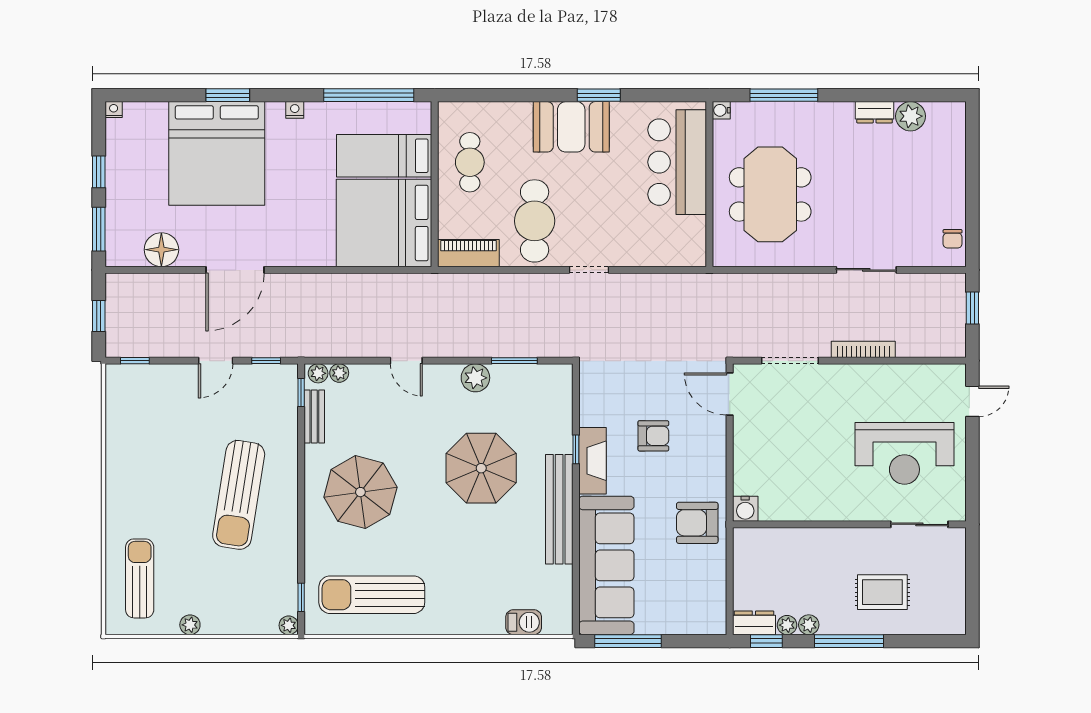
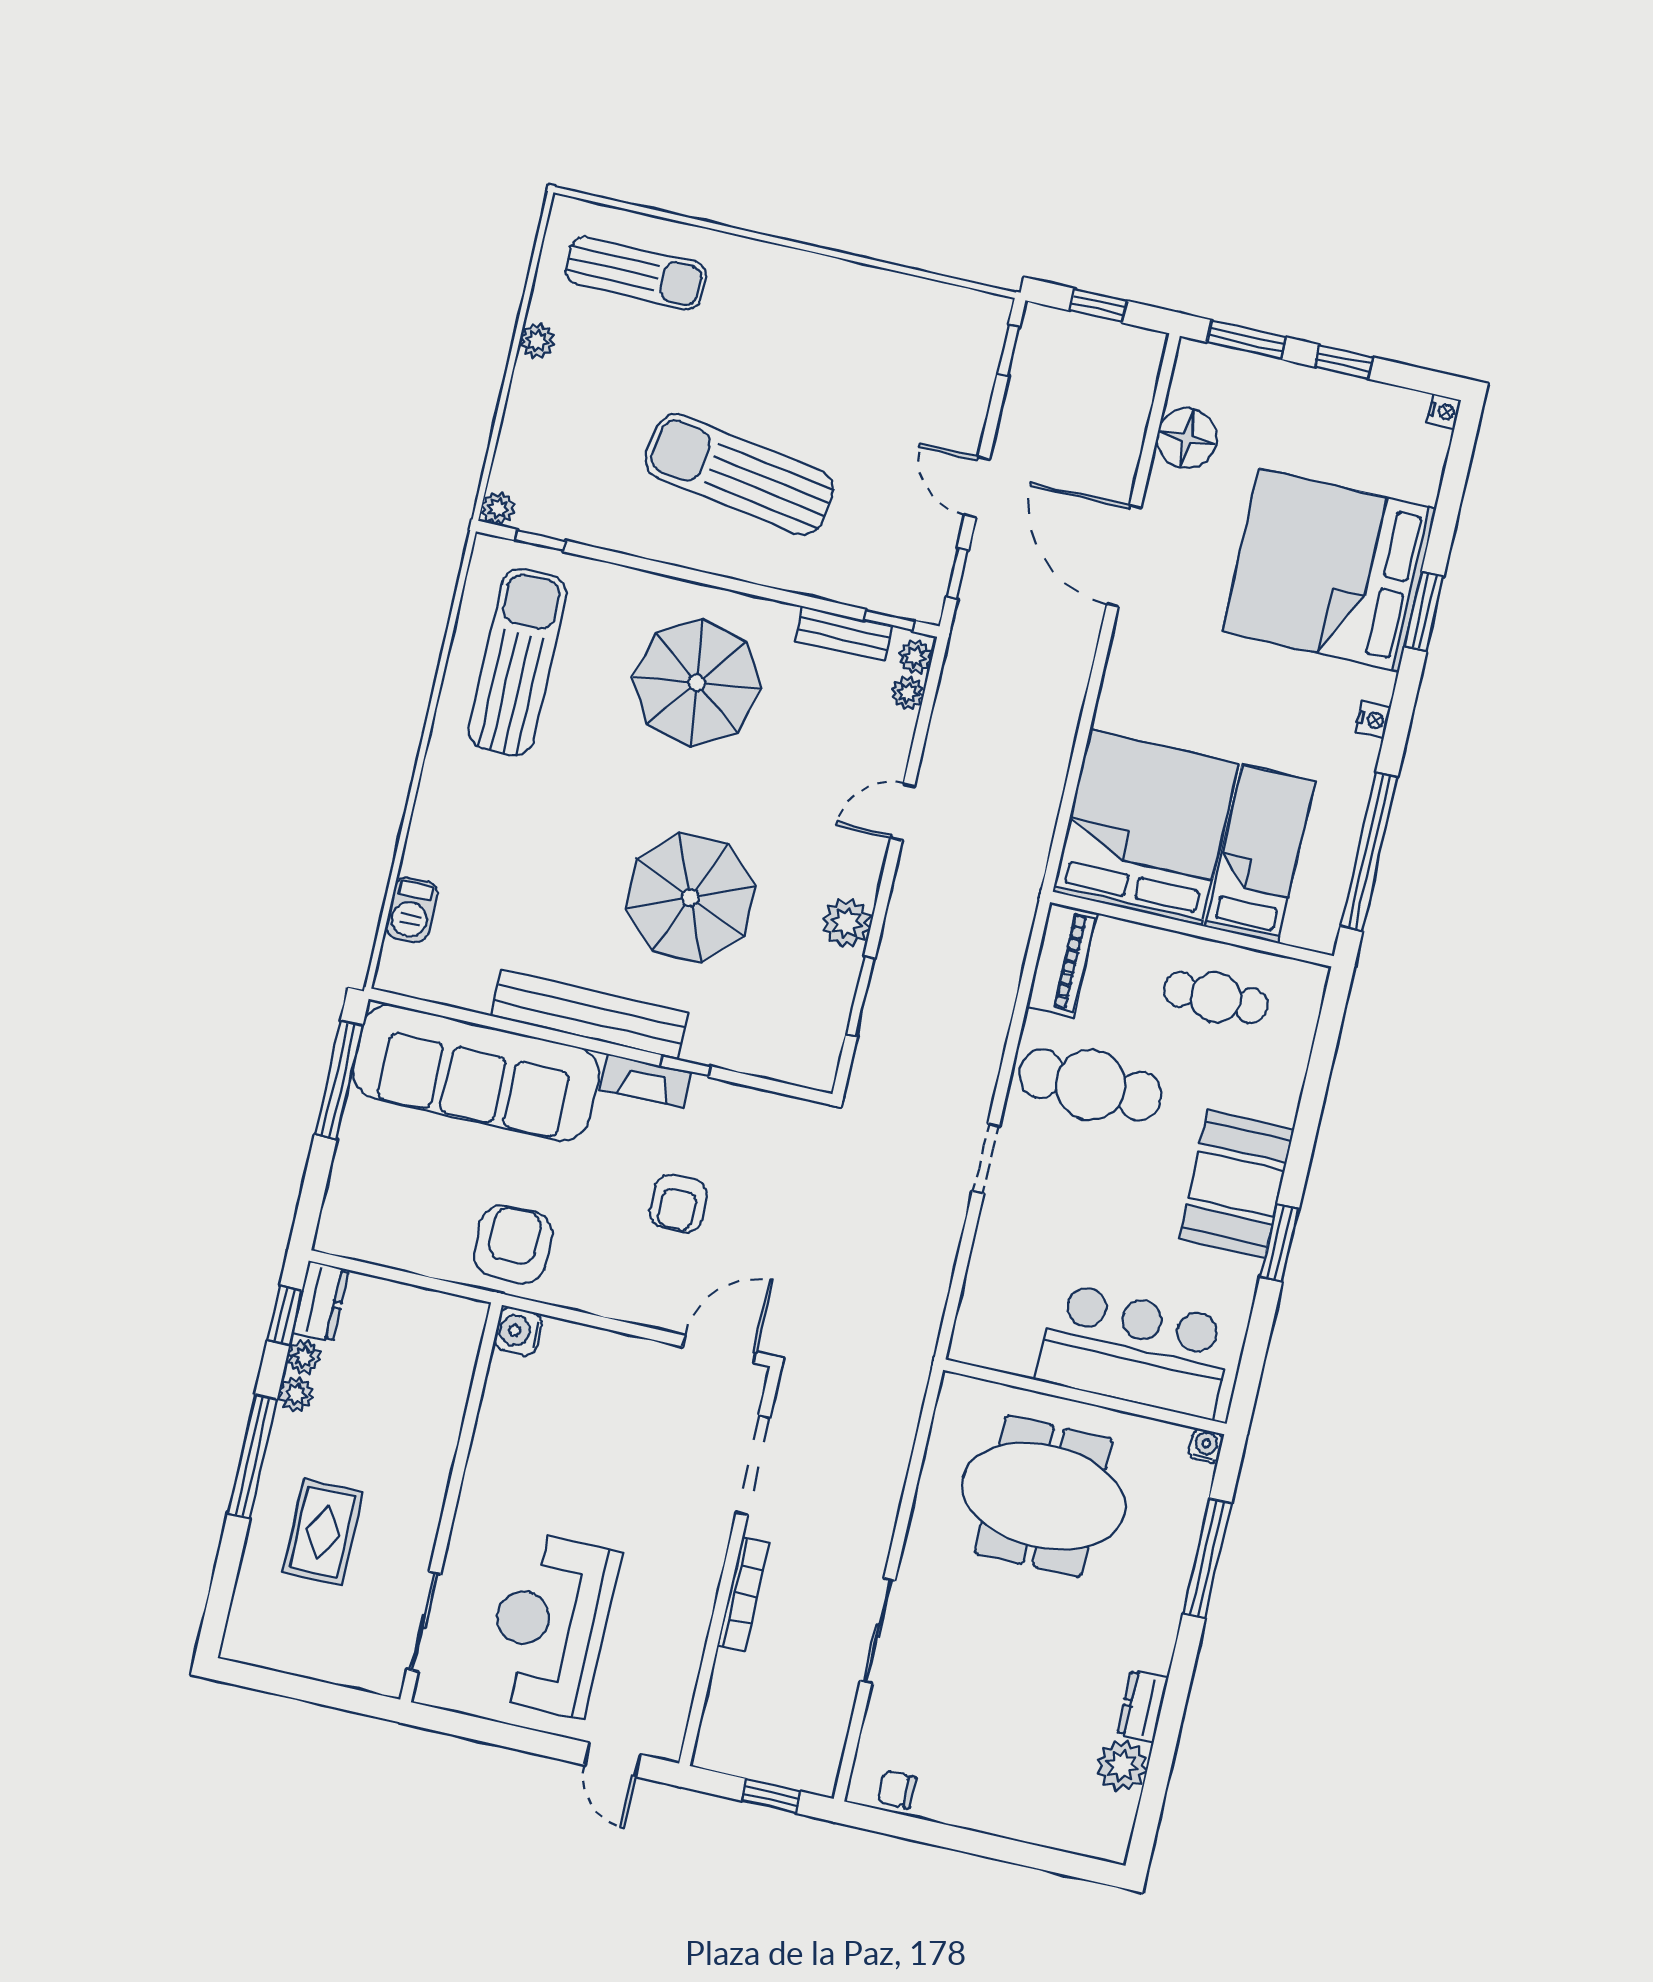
fireplace: (593, 461) -> (646, 1081), width x0.73, depth x0.76

